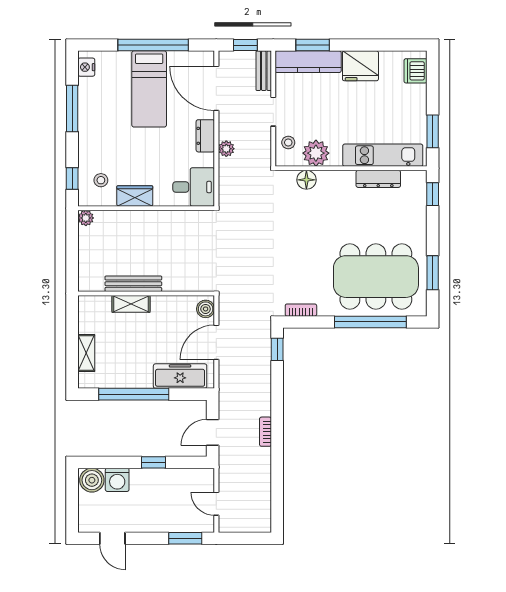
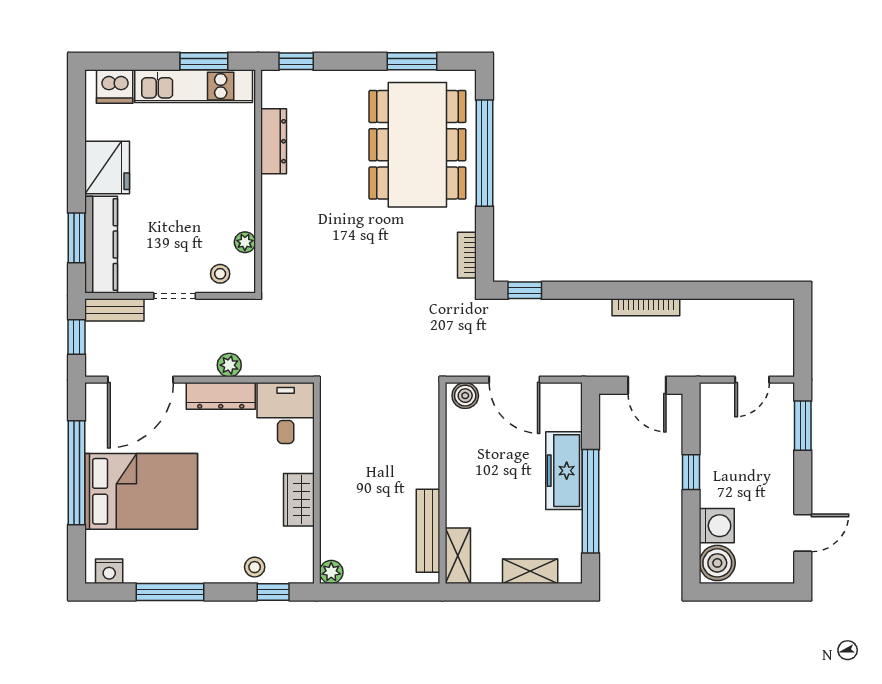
bed: (149, 89) -> (141, 491), width x1.50
dresser: (205, 136) -> (221, 396), width x1.44
plant: (316, 153) -> (245, 242), width x0.53, depth x0.53
kitchen unit: (383, 155) -> (194, 86), moved, turned -90
stool: (101, 180) -> (255, 567), moved
floor lamp: (306, 180) -> (275, 247), removed
bench: (133, 284) -> (428, 531), moved
shelving: (131, 304) -> (458, 556), moved
freezer: (180, 376) -> (564, 471), moved
bookcase: (265, 432) -> (646, 307), width x1.56

